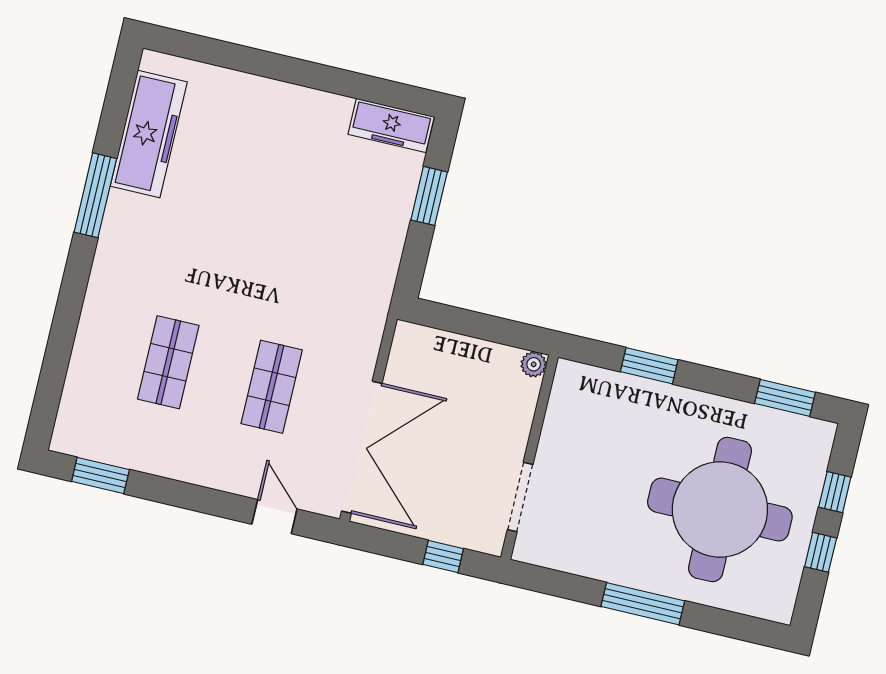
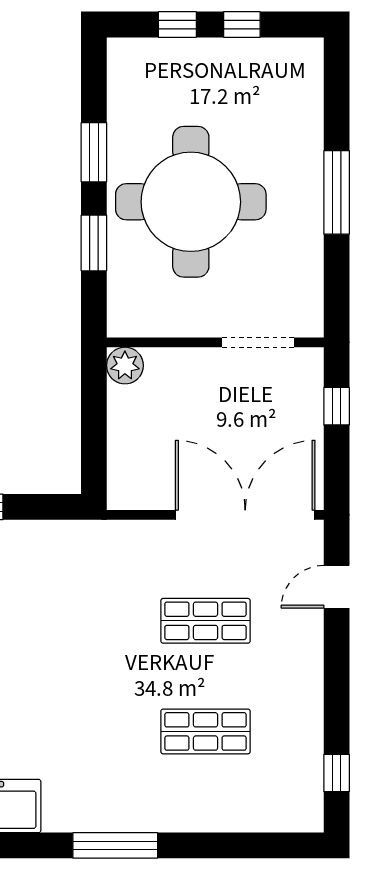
window: (95, 195) -> (115, 845), moved
plant: (534, 364) -> (125, 366), width x1.38, depth x1.38
window: (785, 398) -> (94, 152), moved
window: (100, 475) -> (337, 773), width x0.67
round table: (720, 510) -> (191, 202), moved

